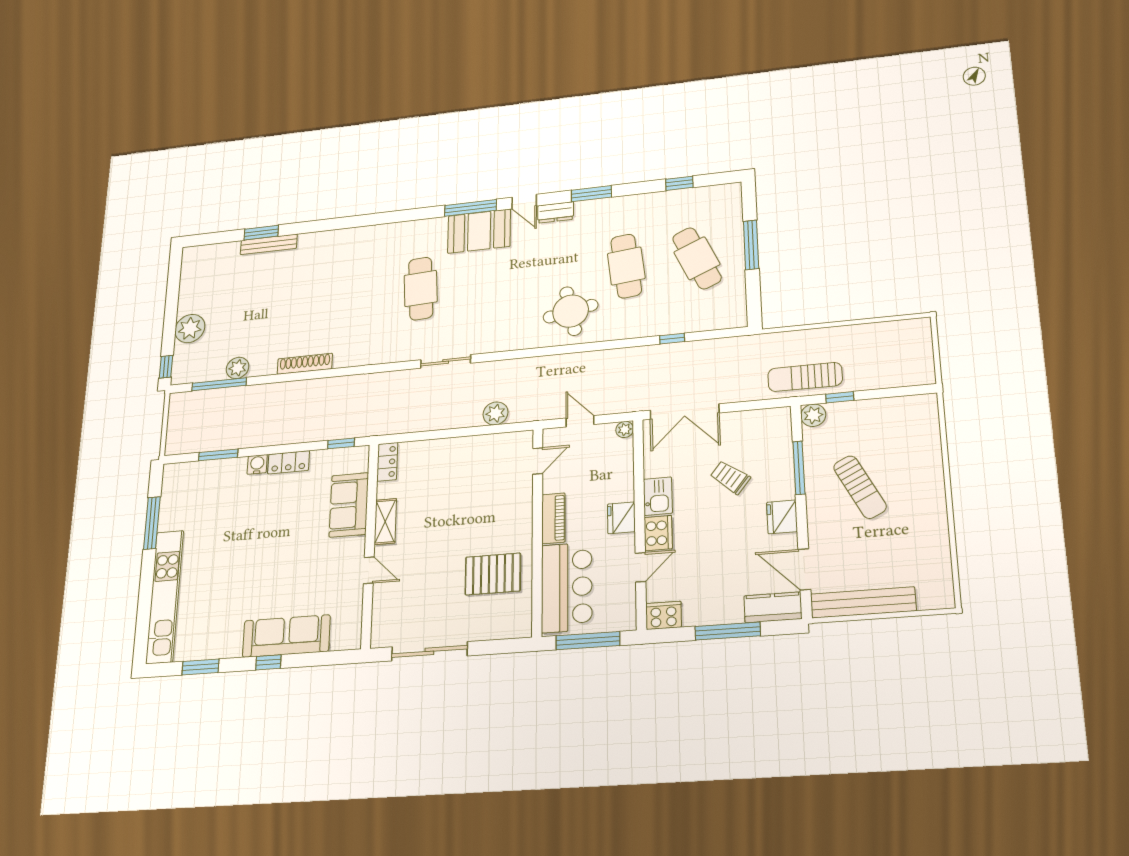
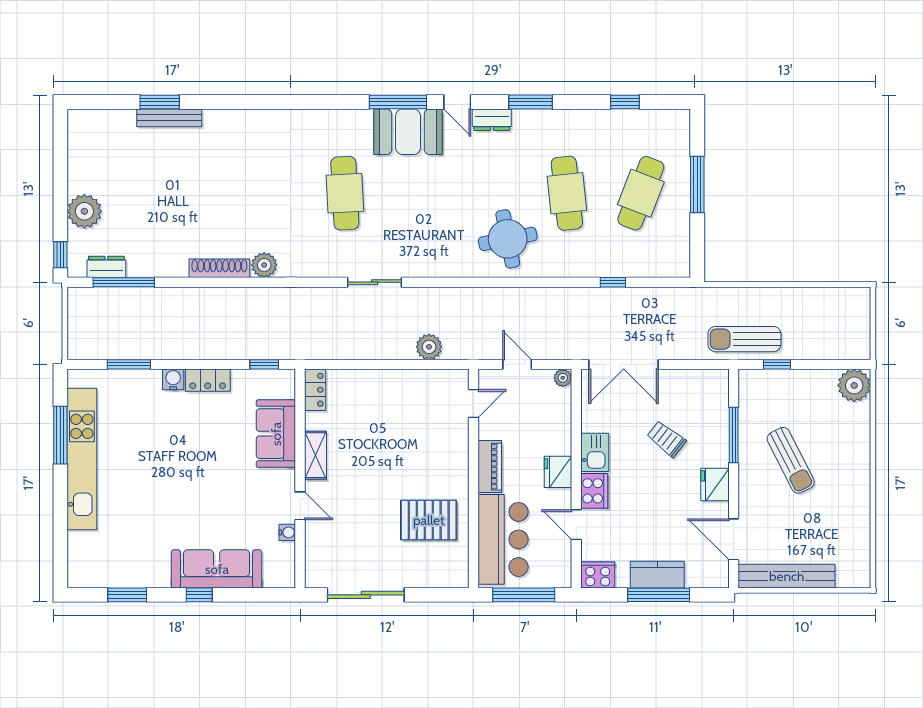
cafe table: (697, 258) -> (641, 193), turned 45
plant: (238, 368) -> (264, 265), moved
dresser: (205, 373) -> (106, 267), added
plant: (813, 415) -> (854, 385), moved, width x1.36, depth x1.36
door: (640, 567) -> (576, 525), swing flipped
kitchen unit: (165, 596) -> (82, 459), moved
water cooler: (355, 596) -> (287, 532), added
kitchen counter: (773, 607) -> (657, 575), moved

